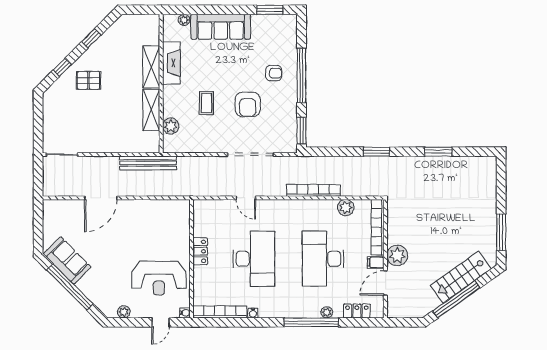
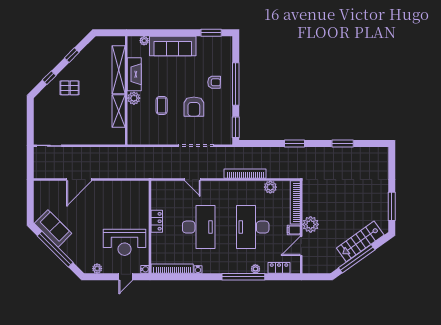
shelving: (151, 67) -> (119, 70), width x1.47
plant: (171, 126) -> (134, 98), moved
bench: (148, 163) -> (116, 152), removed

